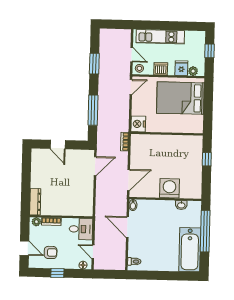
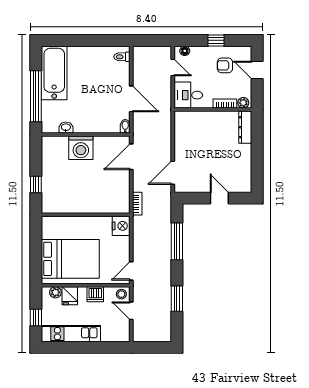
kitchen unit: (160, 37) -> (71, 334), moved

